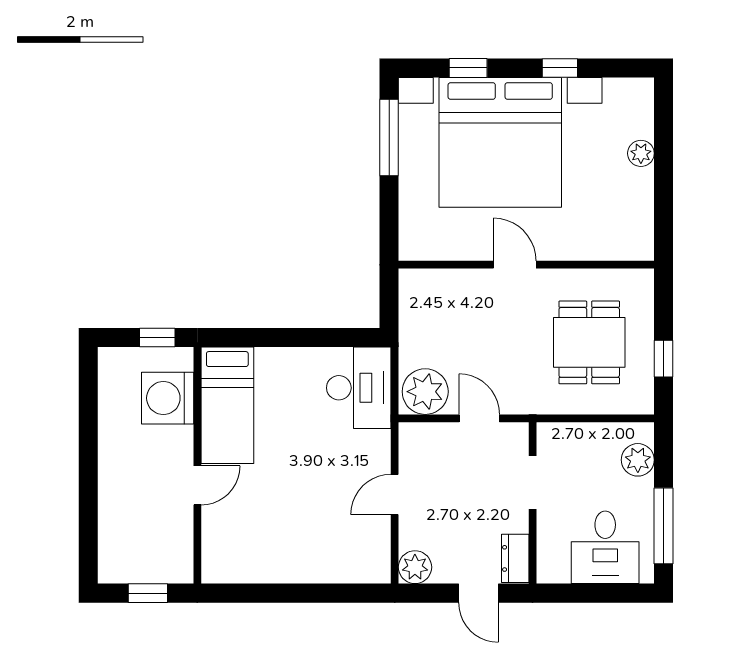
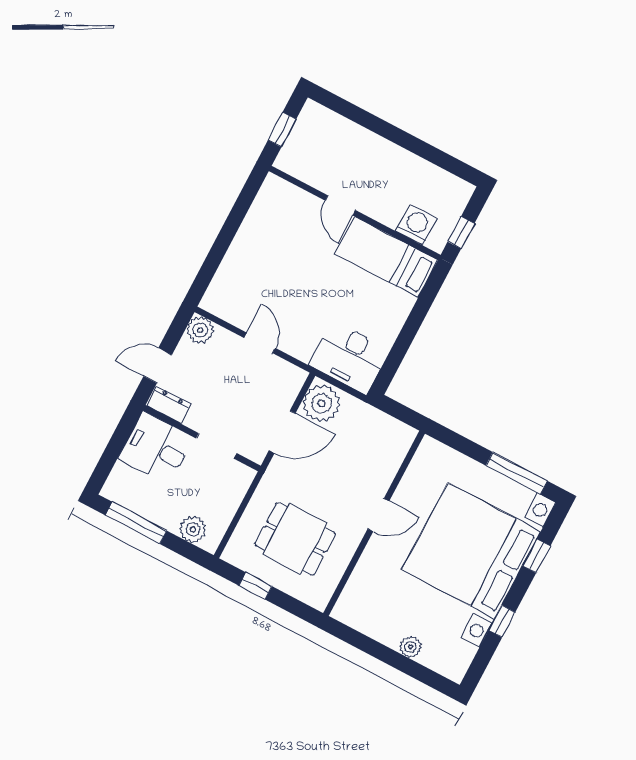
washing machine: (168, 398) -> (416, 225), width x0.73, depth x0.73
door: (479, 418) -> (282, 432), width x1.38
desk: (605, 547) -> (156, 448), moved

